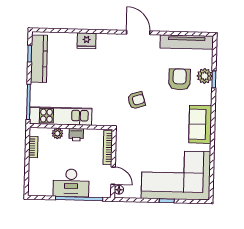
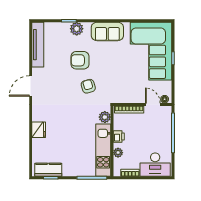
kitchen counter: (39, 59) -> (48, 170), width x0.67
plant: (205, 76) -> (77, 29), moved
armchair: (180, 79) -> (80, 60), moved
plant: (100, 119) -> (105, 117), added
door: (113, 176) -> (153, 104), hinge flipped
desk: (71, 183) -> (155, 165), moved, turned 90

